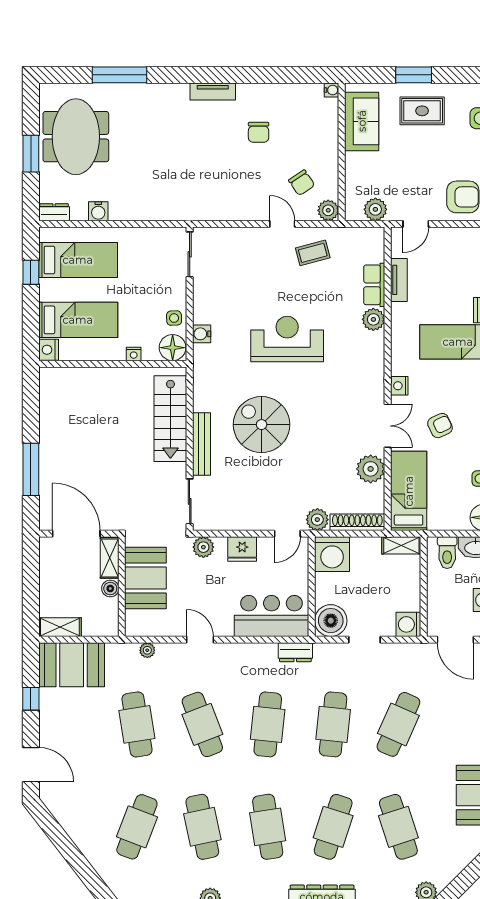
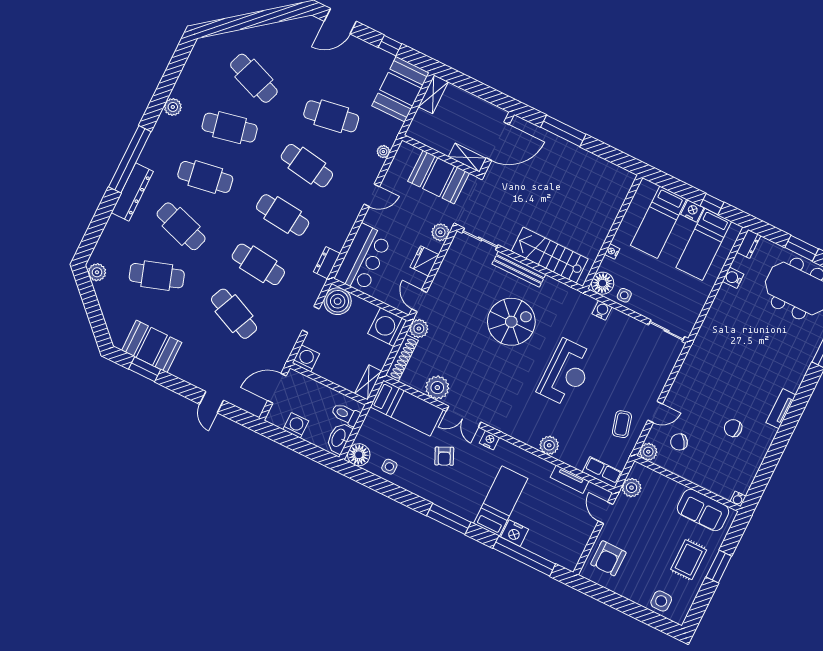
row of seats: (374, 285) -> (602, 472), moved
nightstand: (49, 350) -> (692, 211), moved
boiler: (110, 589) -> (444, 147), removed
cafe table: (202, 724) -> (307, 166), turned 30

